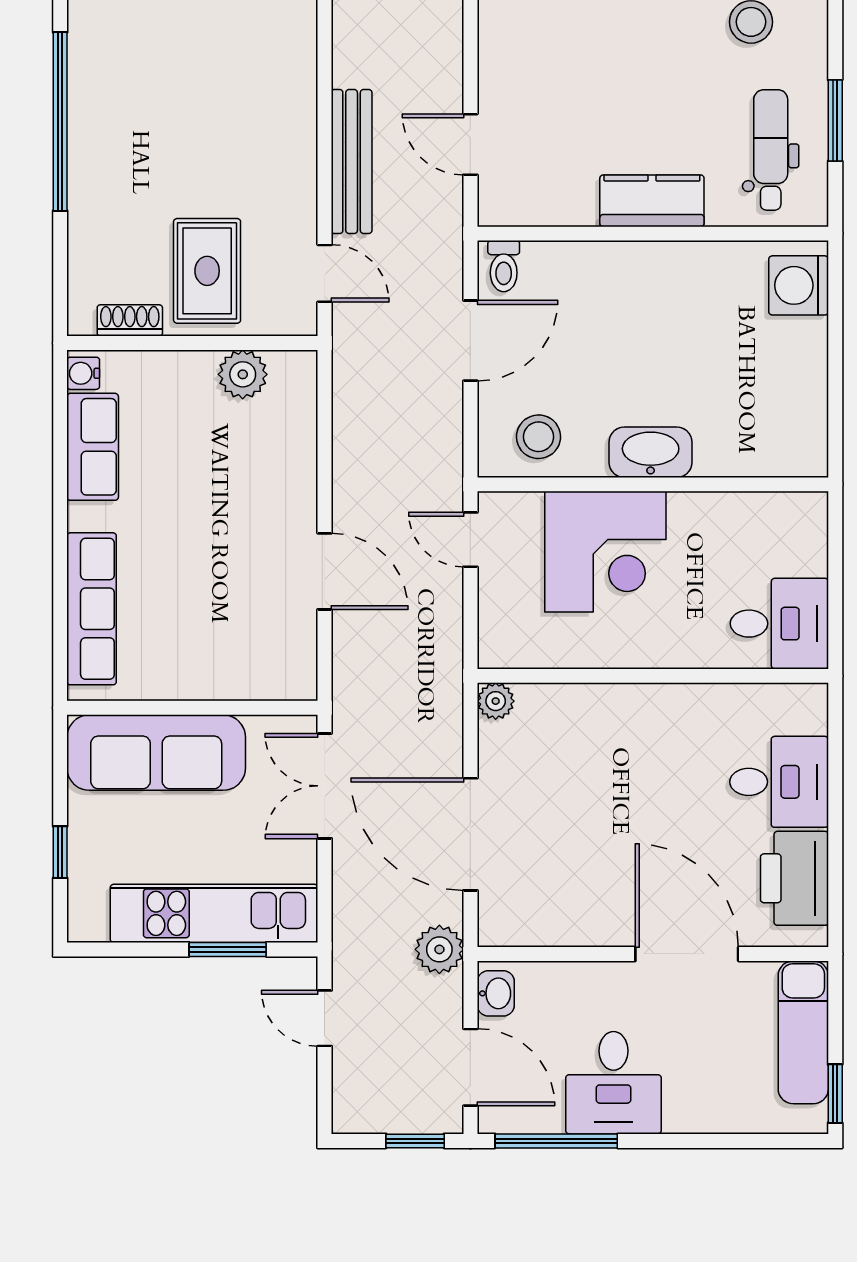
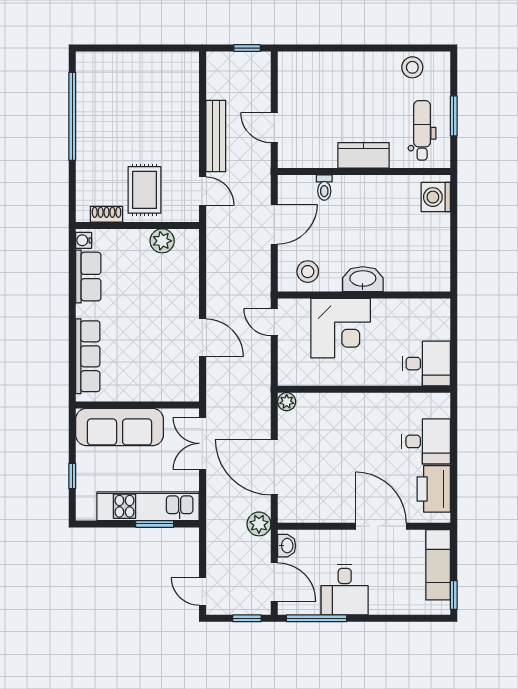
toilet: (504, 266) -> (324, 188), moved
door: (325, 1018) -> (202, 591), moved

